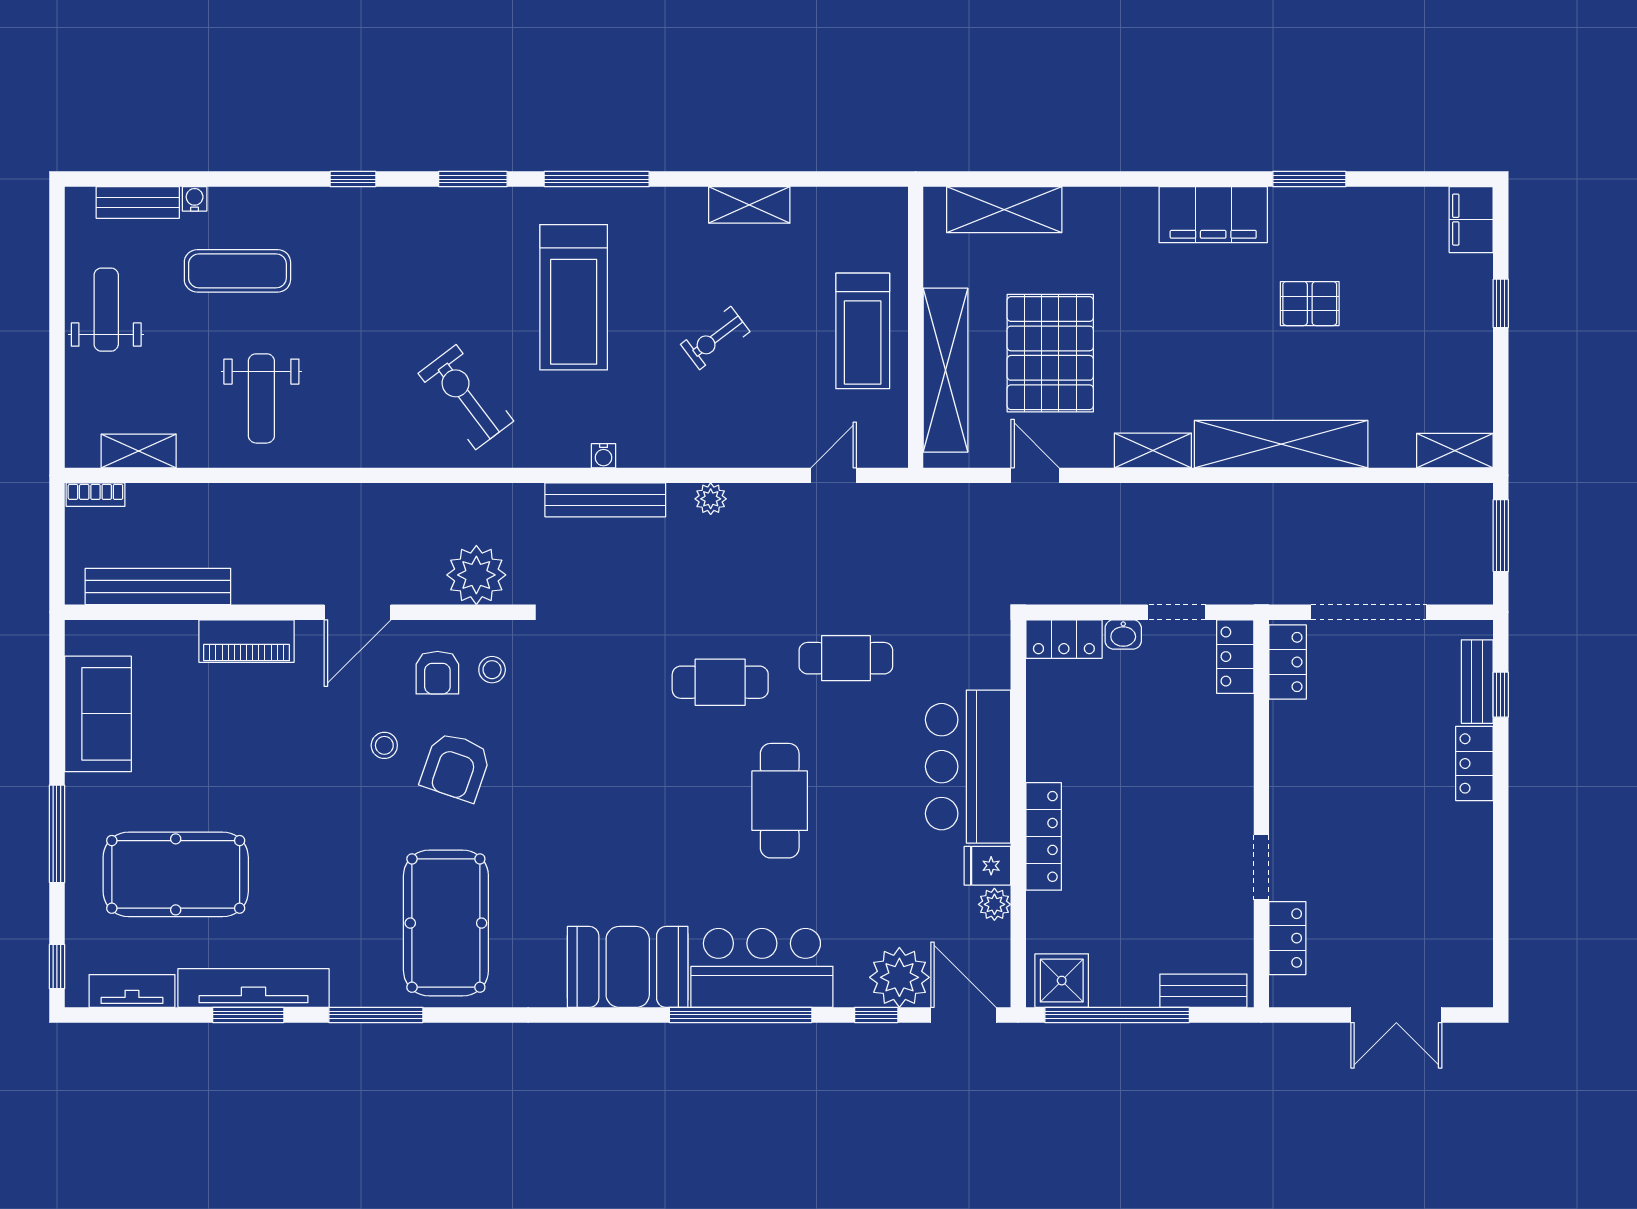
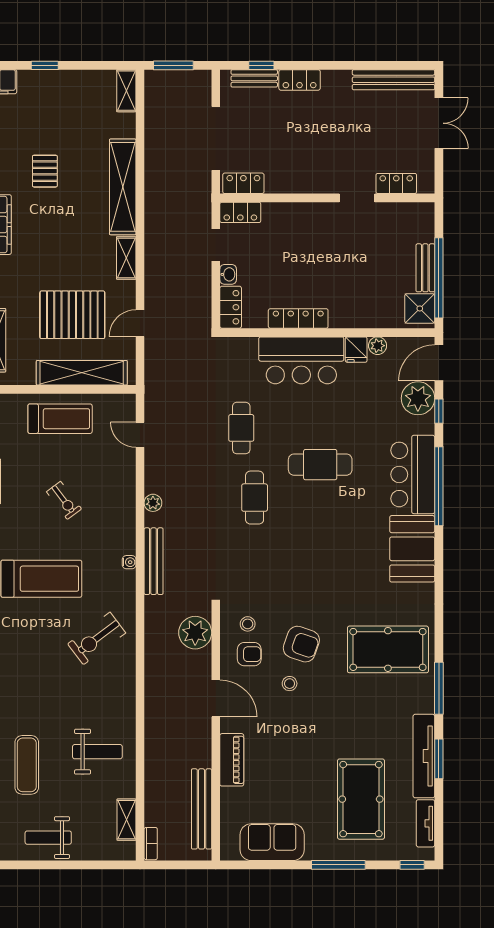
locker: (1044, 836) -> (298, 318), moved
bench: (1475, 933) -> (393, 80), added
bench: (1203, 991) -> (425, 268), moved

